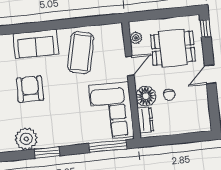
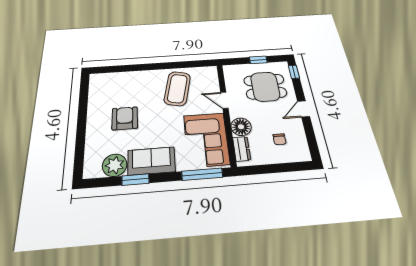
window: (168, 13) -> (258, 60), added
plant: (136, 38) -> (230, 78), removed
sofa: (36, 44) -> (151, 161), moved, turned 180
door: (130, 66) -> (224, 100), swing flipped
chair: (169, 95) -> (279, 139), moved

